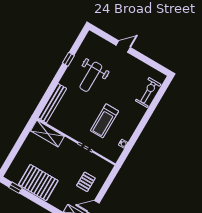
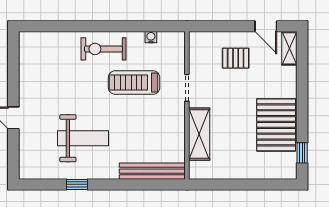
exercise bike: (148, 92) -> (103, 49), moved
treadmill: (104, 121) -> (134, 83), turned 180
shelving: (48, 134) -> (199, 134), moved

